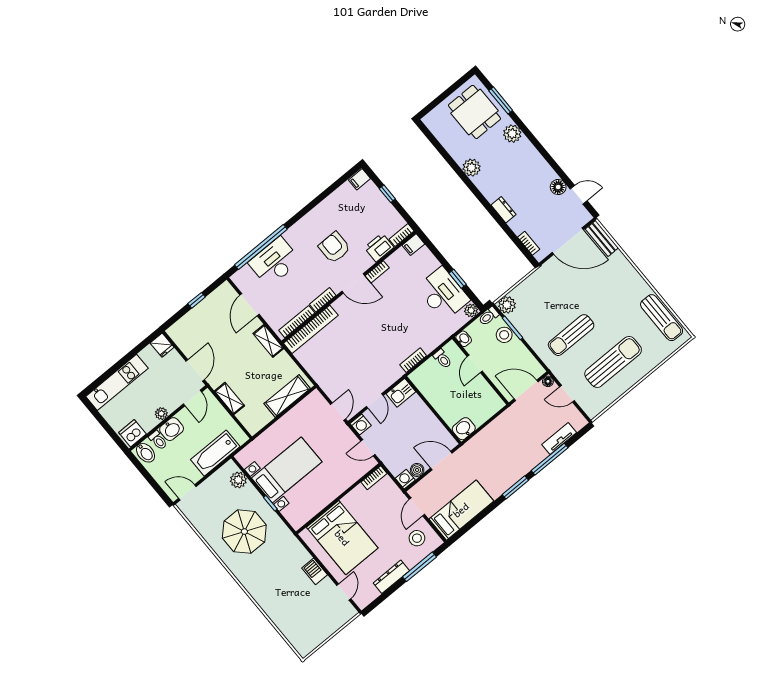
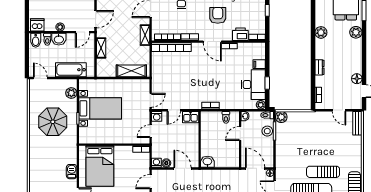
door: (568, 241) -> (339, 110), width x0.53
filing cabinet: (413, 245) -> (259, 64), moved
sun lounger: (571, 335) -> (323, 172), moved
door: (368, 448) -> (151, 131), hinge flipped

